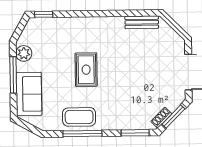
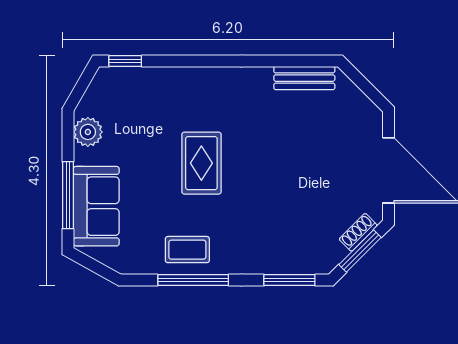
window: (13, 75) -> (68, 195), moved
coffee table: (79, 117) -> (187, 250), width x0.73, depth x0.77
shoe rack: (161, 118) -> (358, 232), moved

